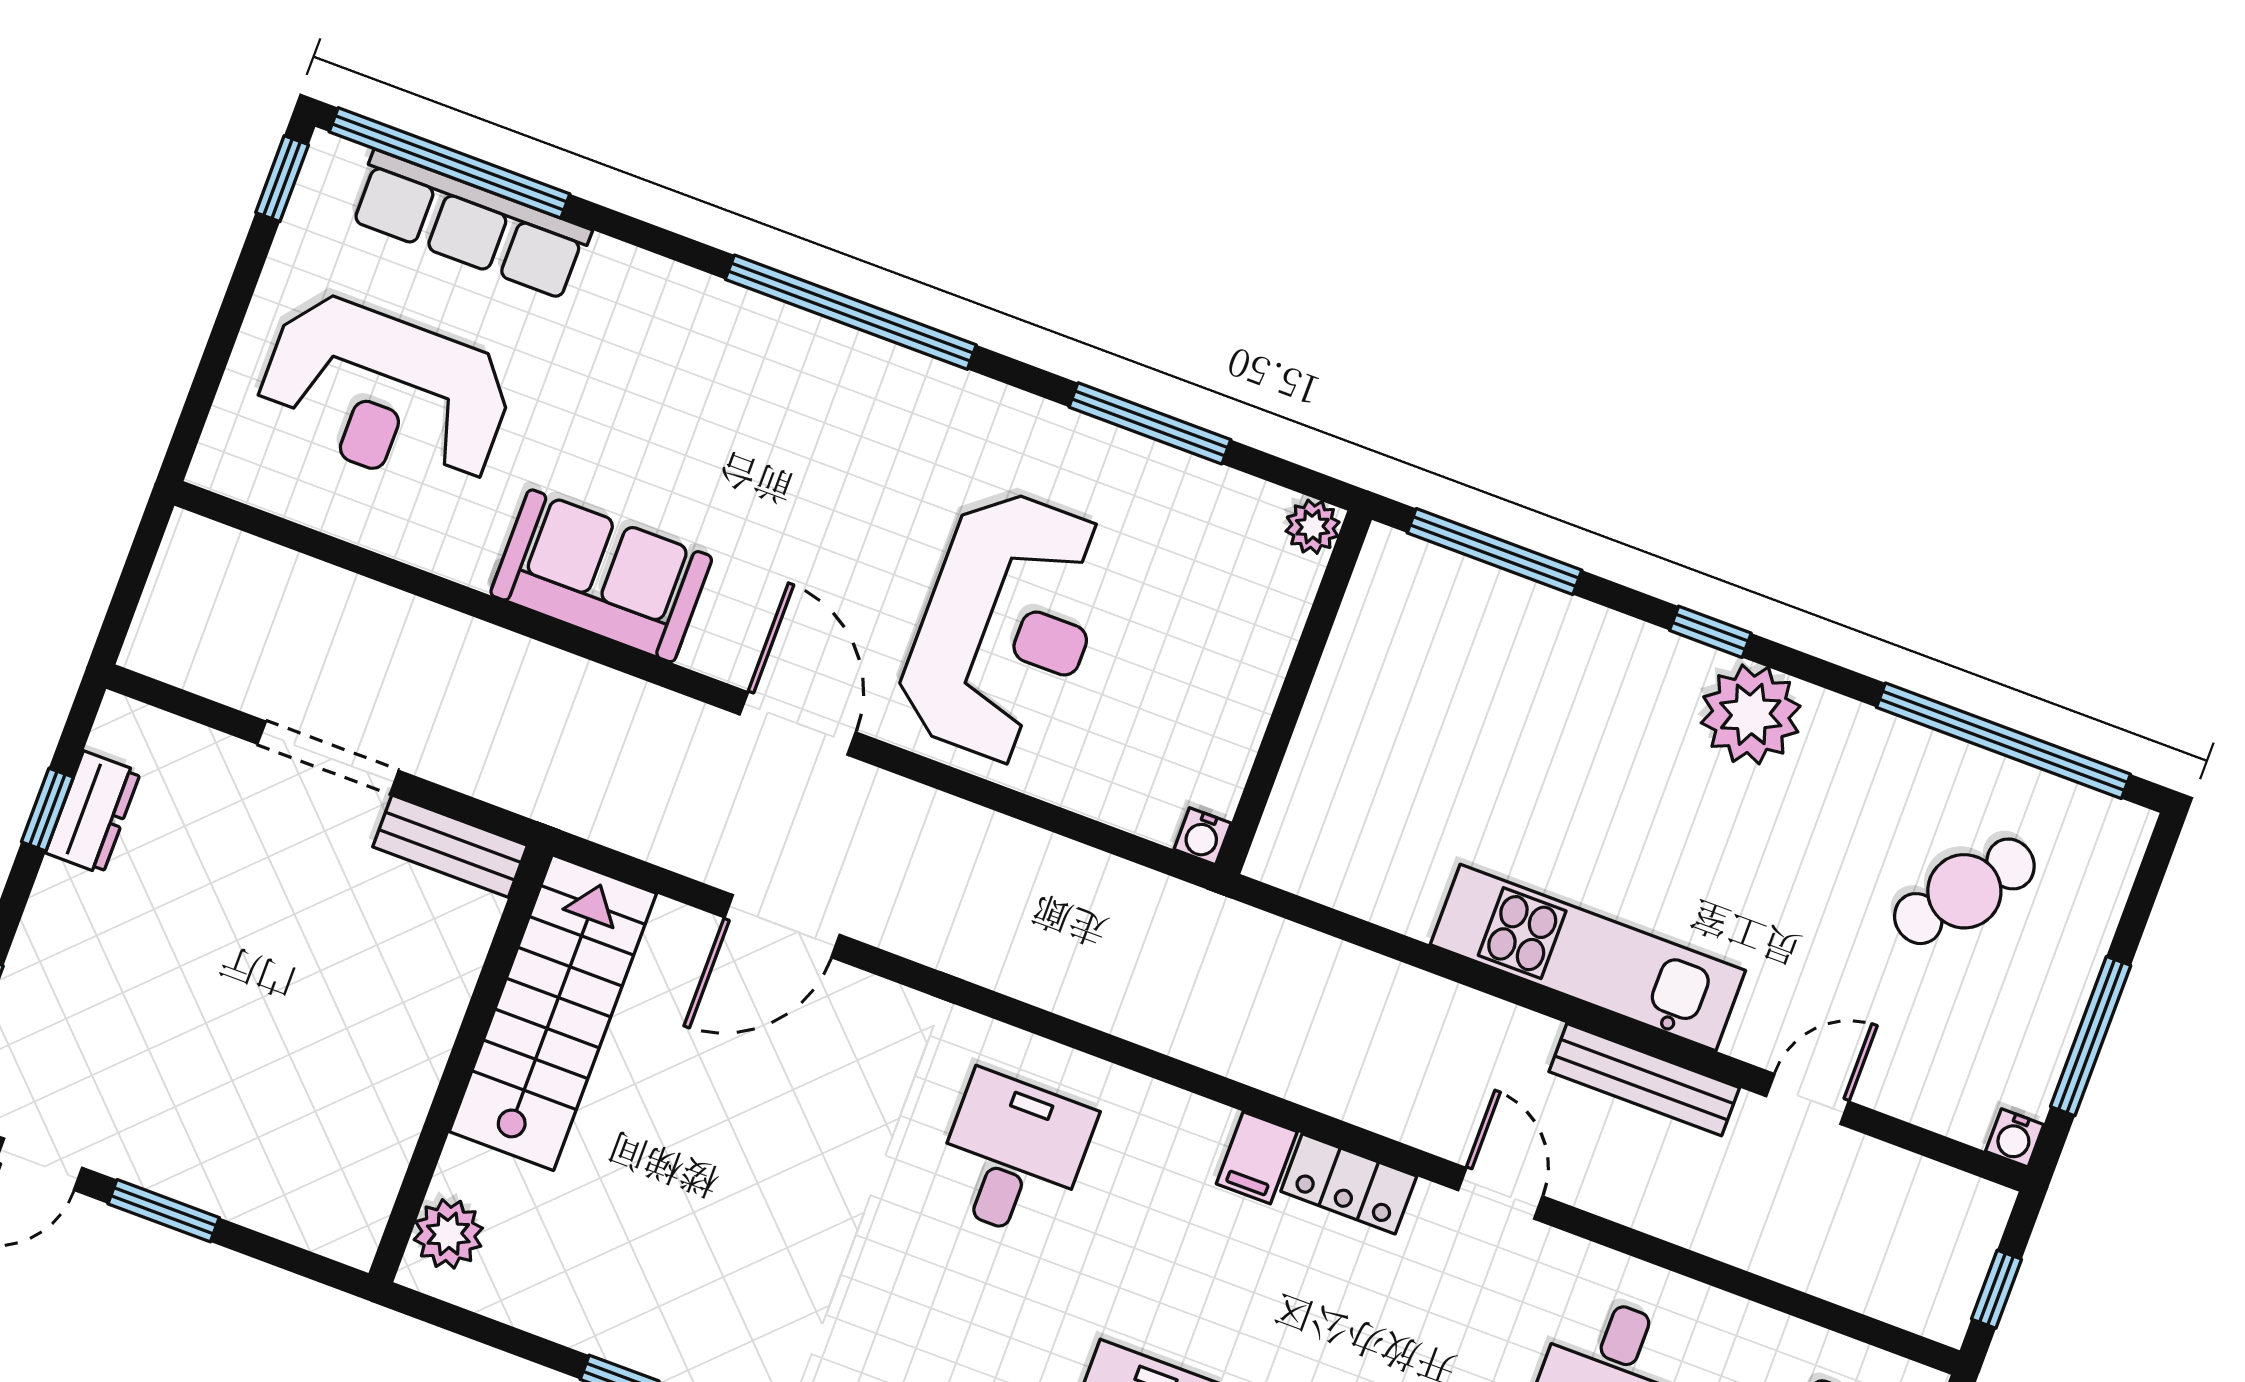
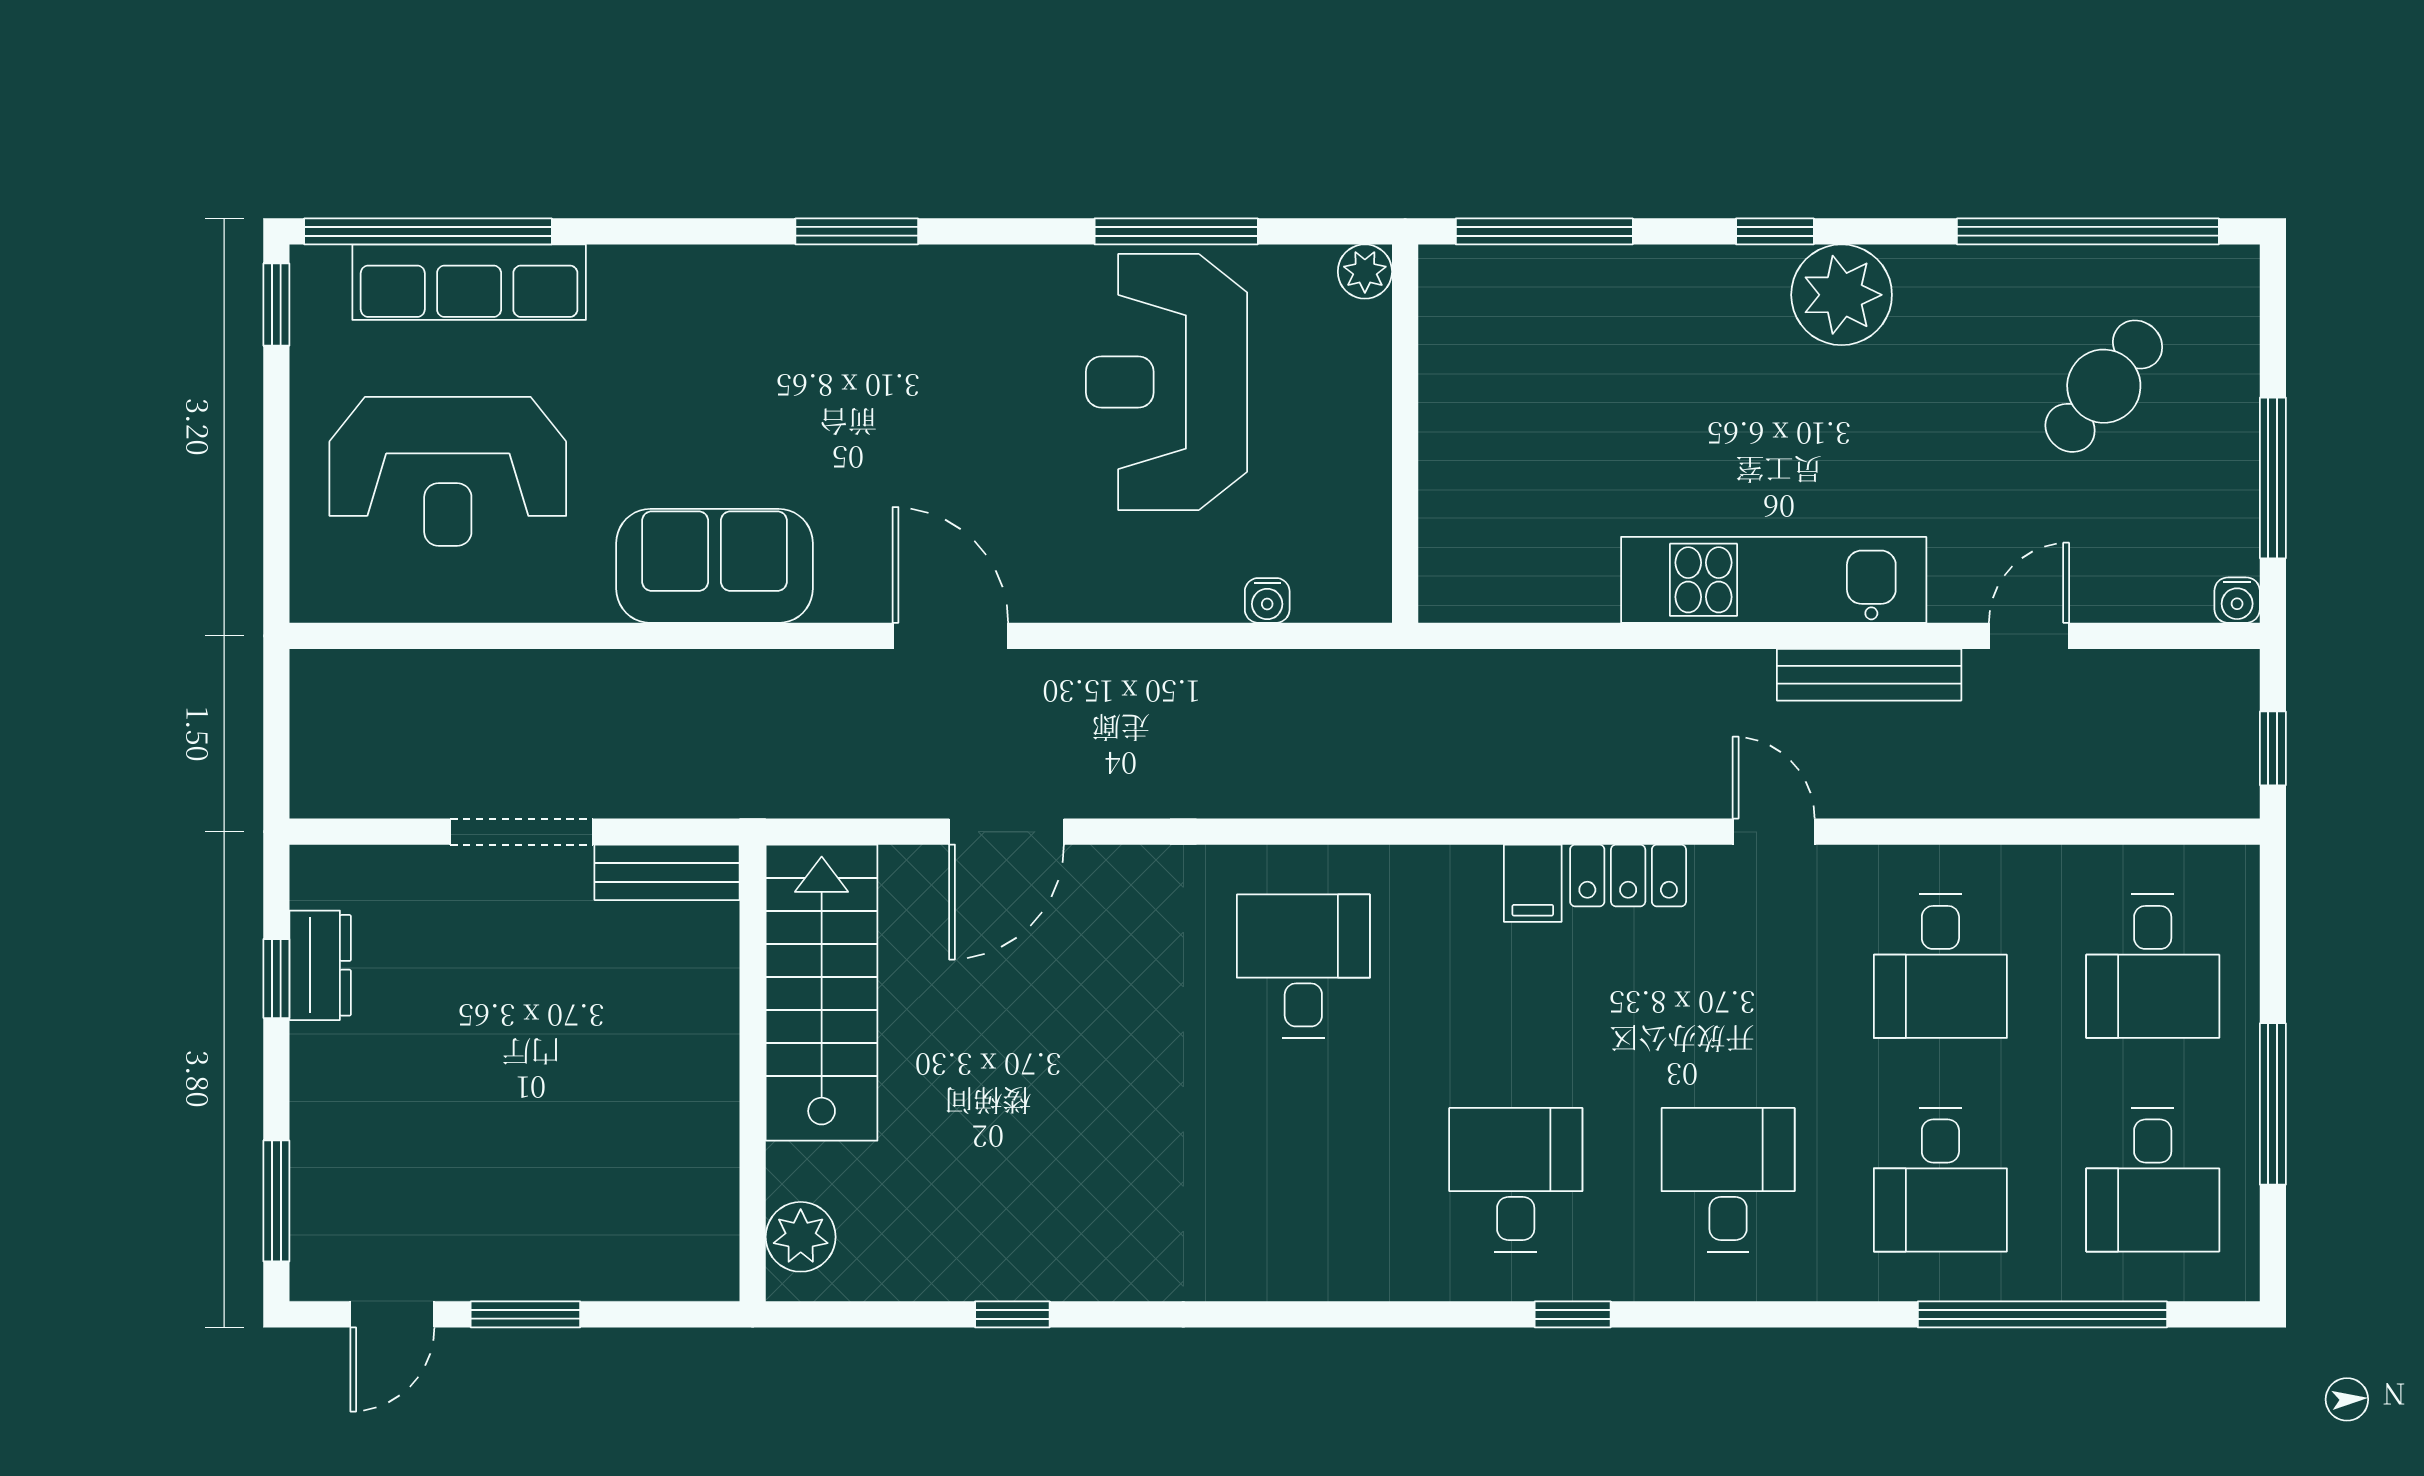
window: (851, 312) -> (857, 231), width x0.47
reception desk: (1006, 627) -> (1167, 382), moved, turned 180
water cooler: (1203, 836) -> (1267, 600), moved

